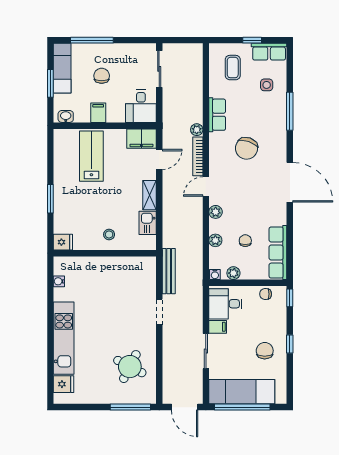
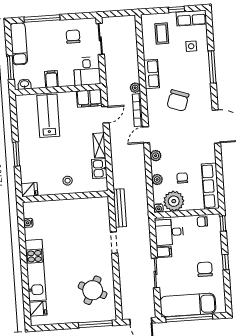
chair: (102, 76) -> (73, 37), moved
window: (50, 83) -> (10, 68), moved
plant: (233, 273) -> (174, 201), width x1.87, depth x1.87

